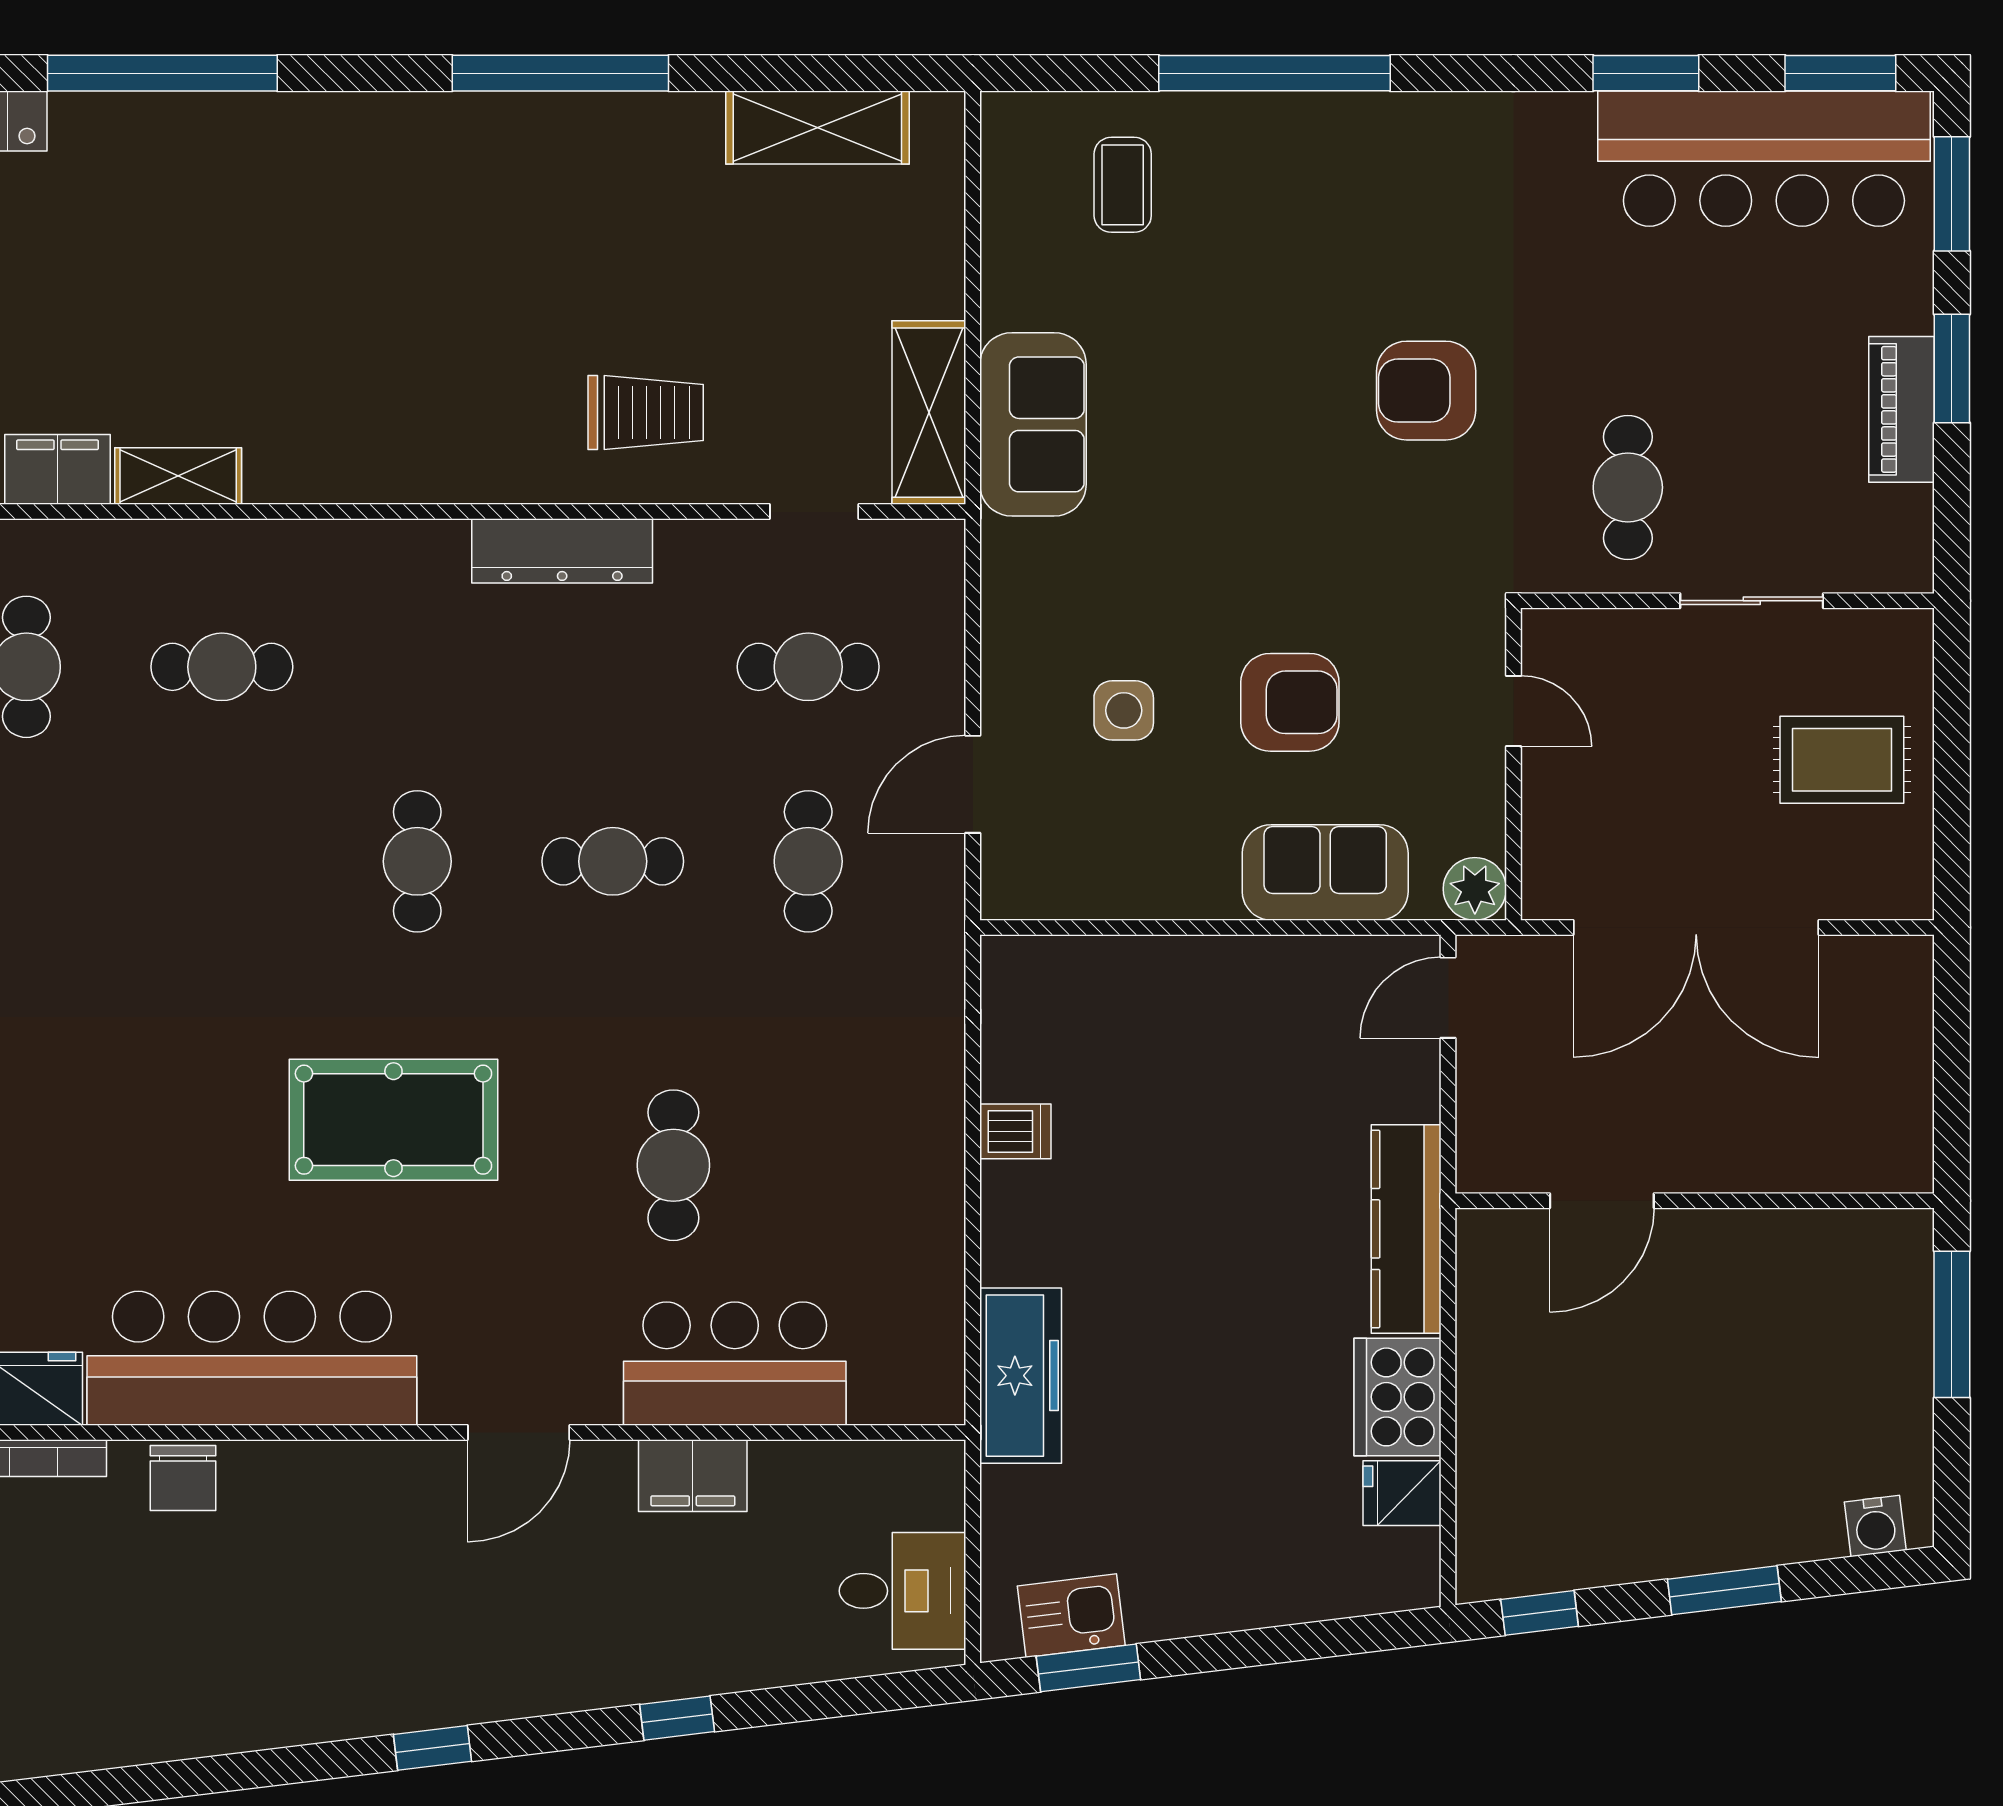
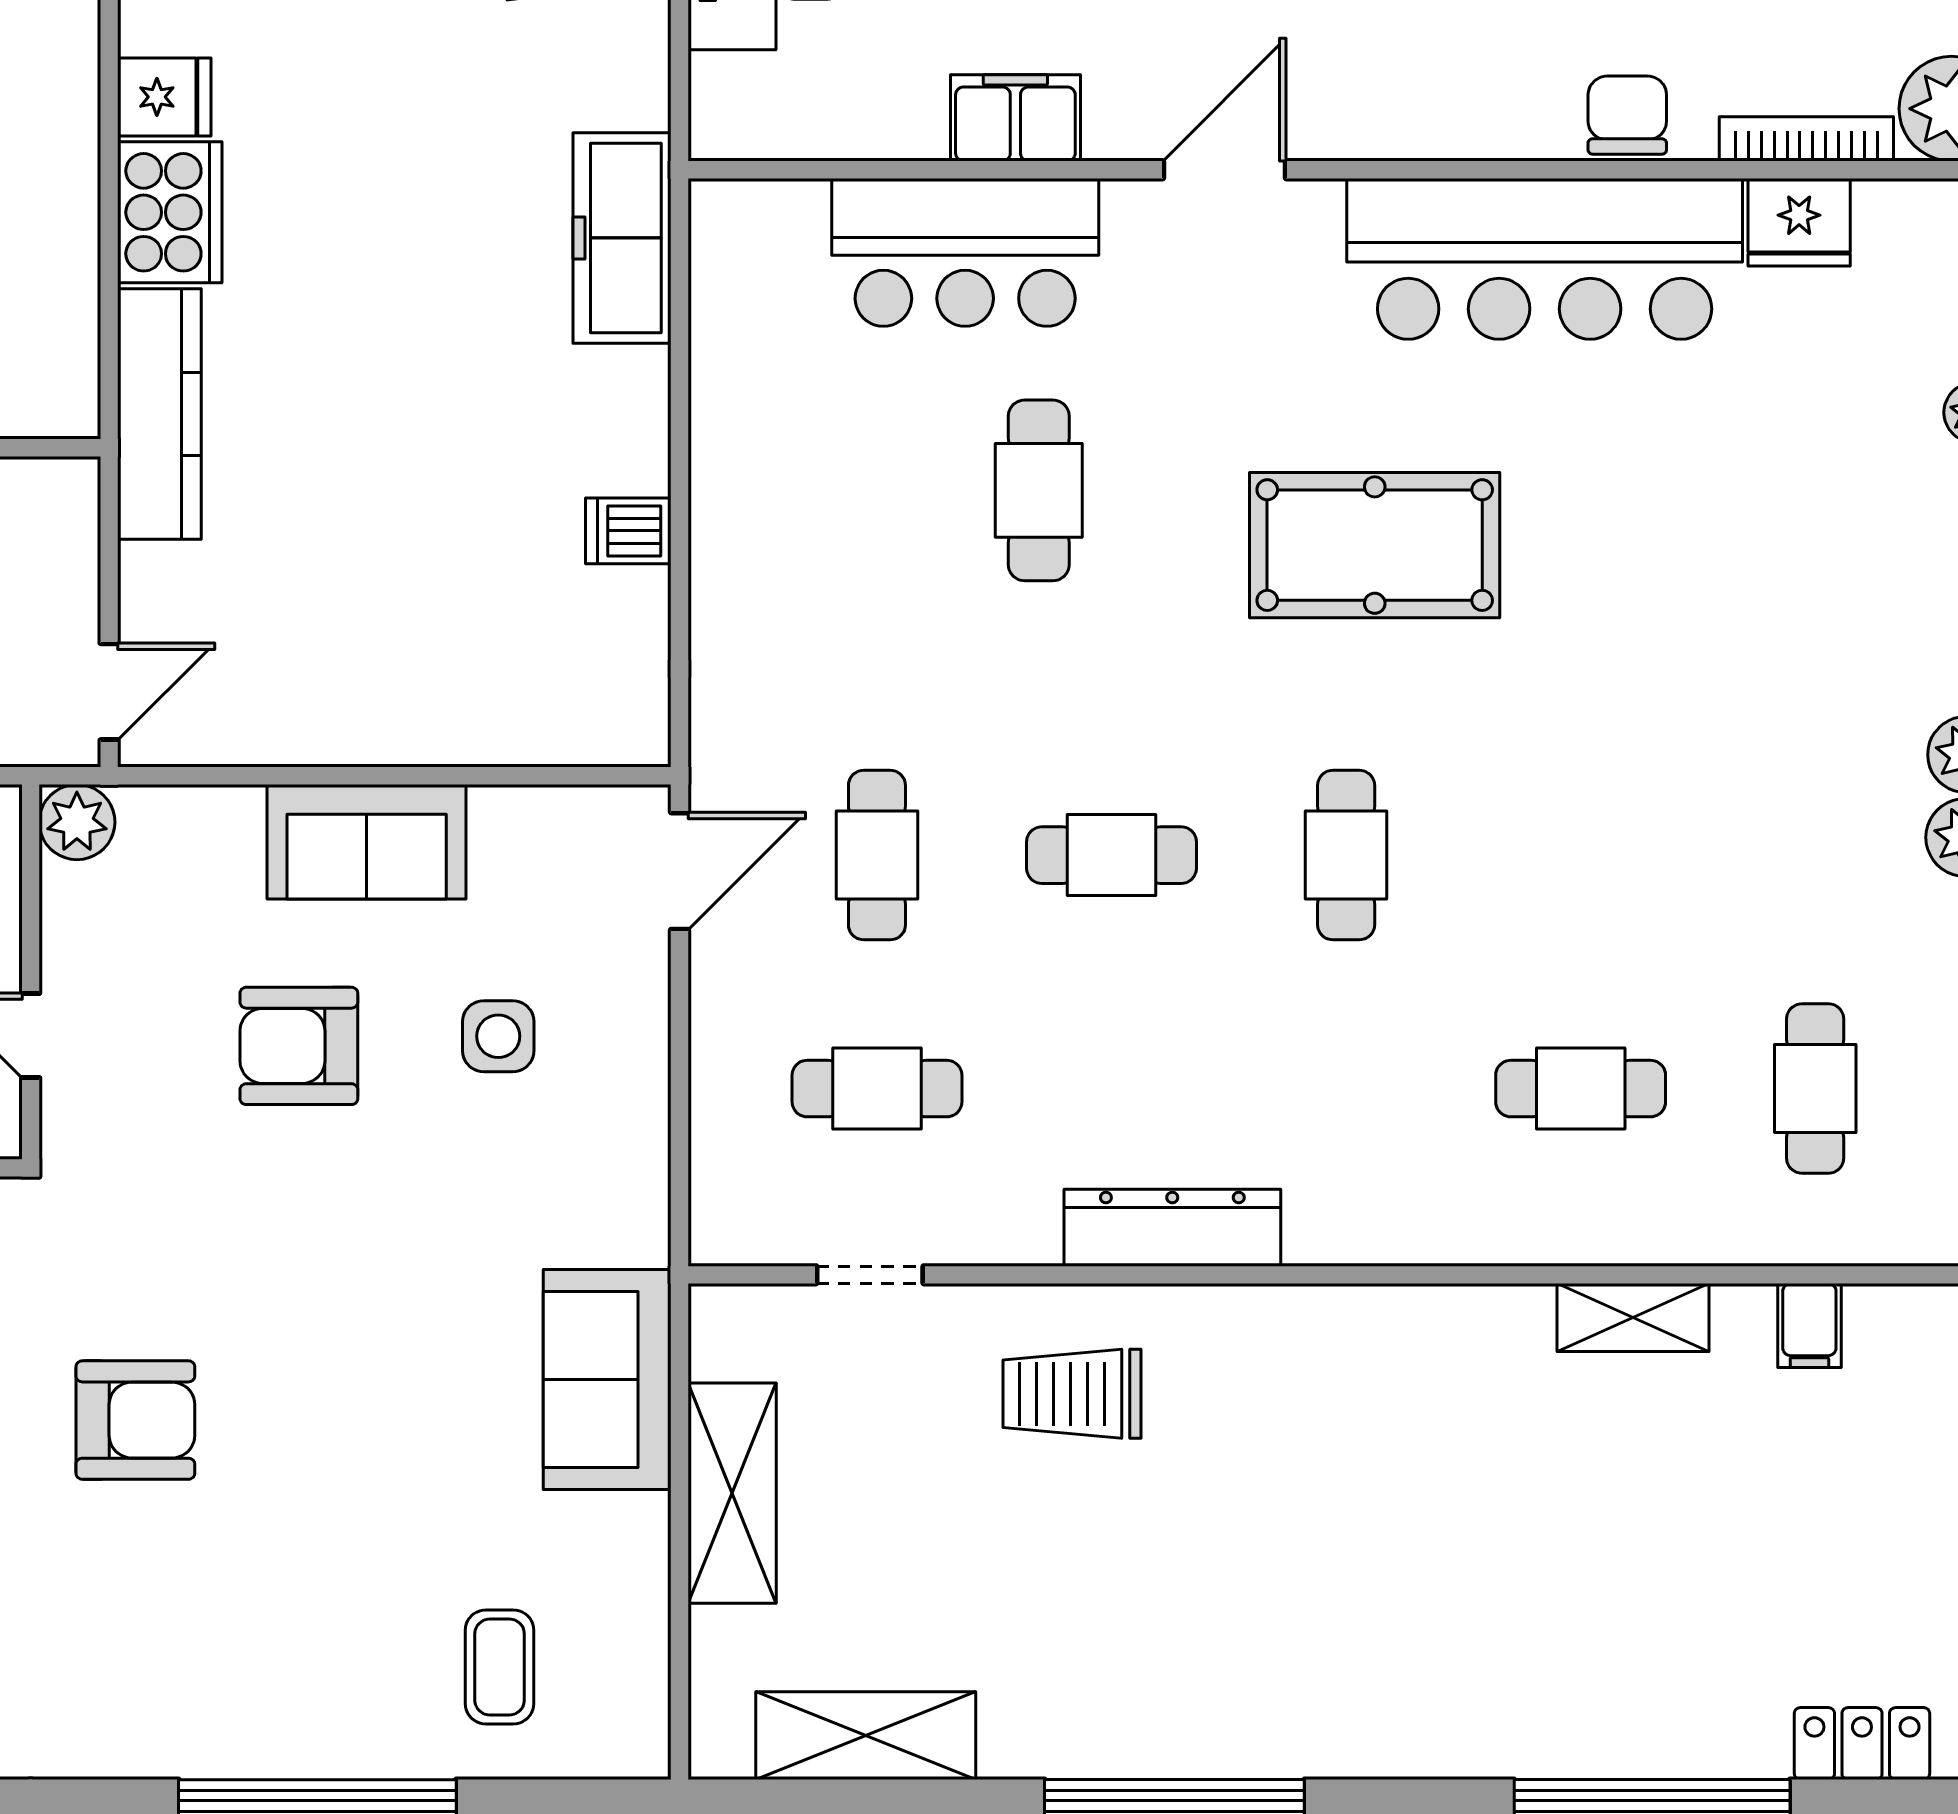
shelving: (929, 413) -> (732, 1493), moved
filing cabinet: (58, 469) -> (1809, 1325), width x0.50
door: (973, 784) -> (679, 871), moved
sofa: (1325, 872) -> (367, 842), moved

